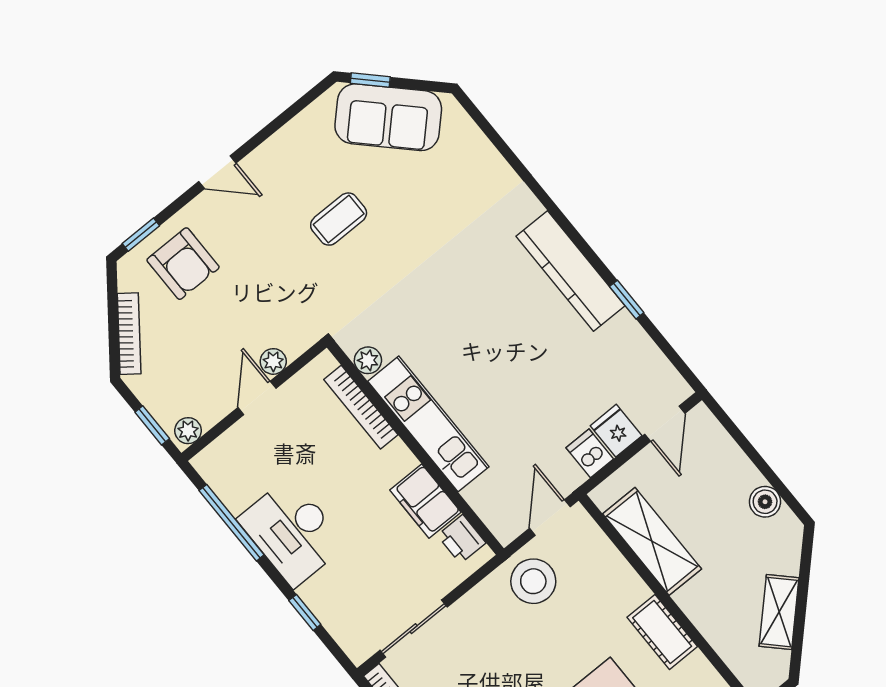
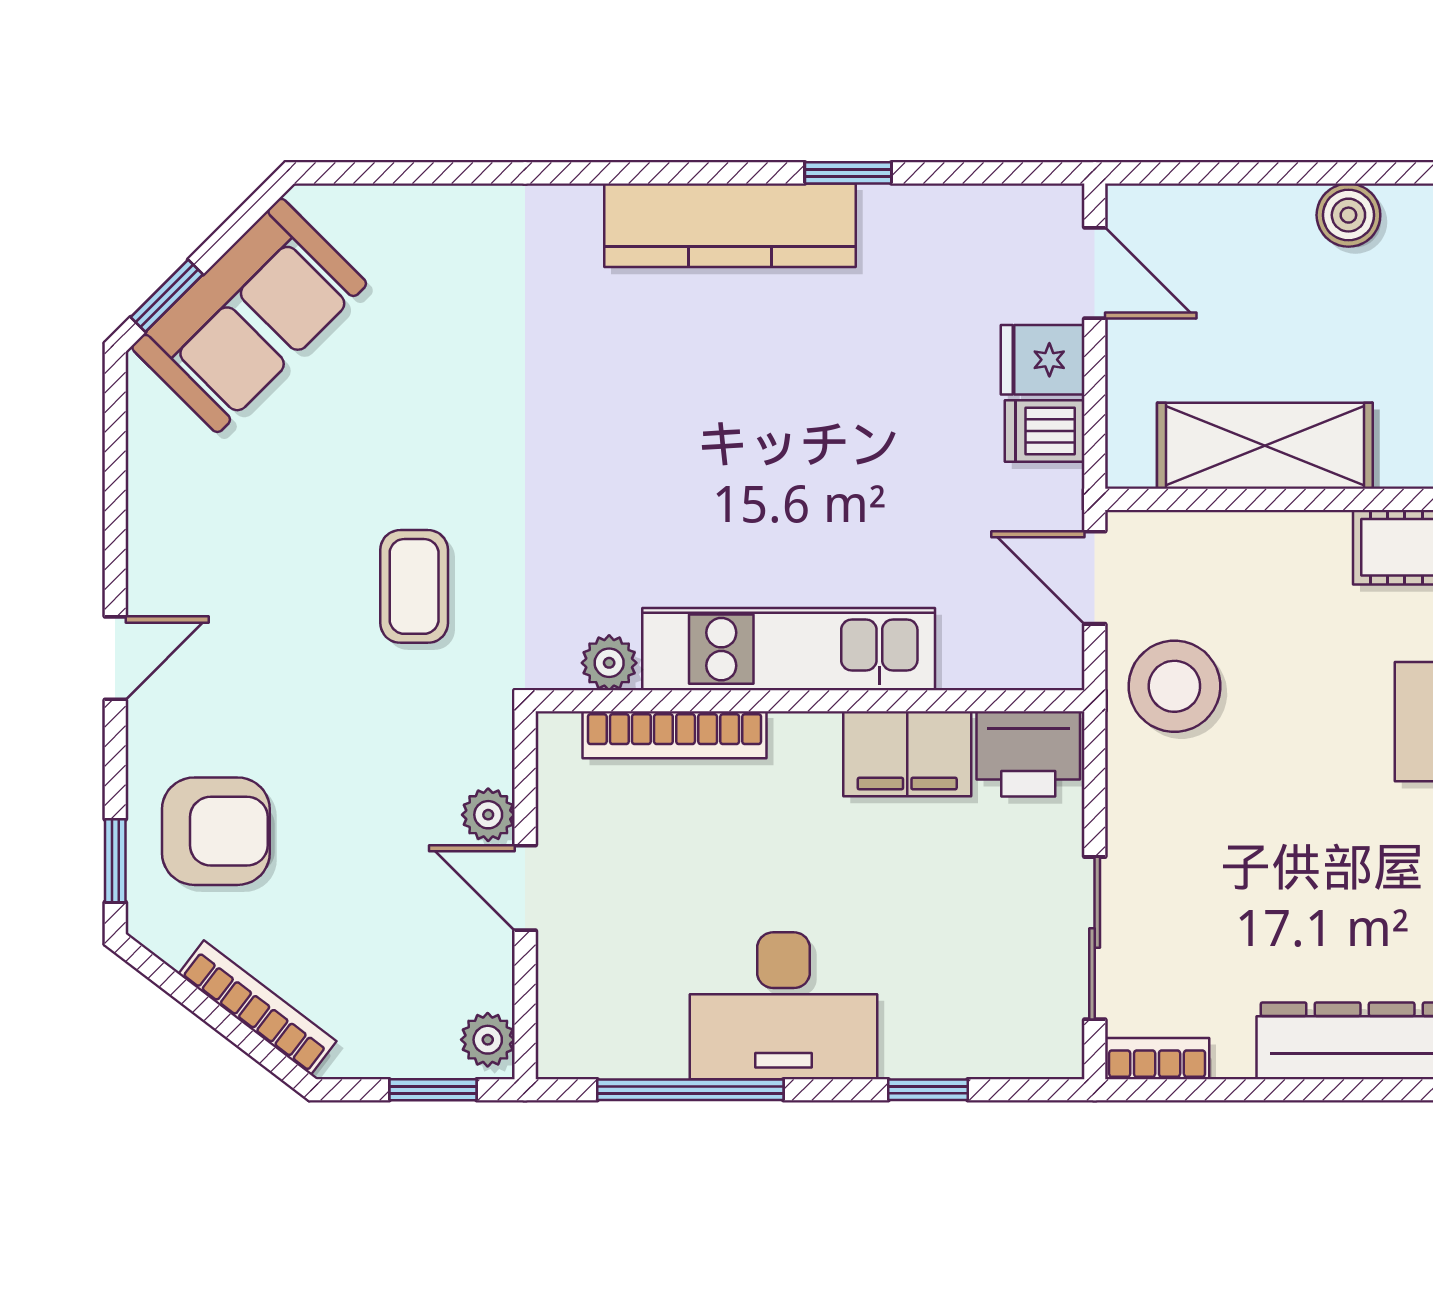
coffee table: (339, 219) -> (414, 586), moved
printer: (462, 539) -> (1028, 754), width x1.36, depth x1.24

